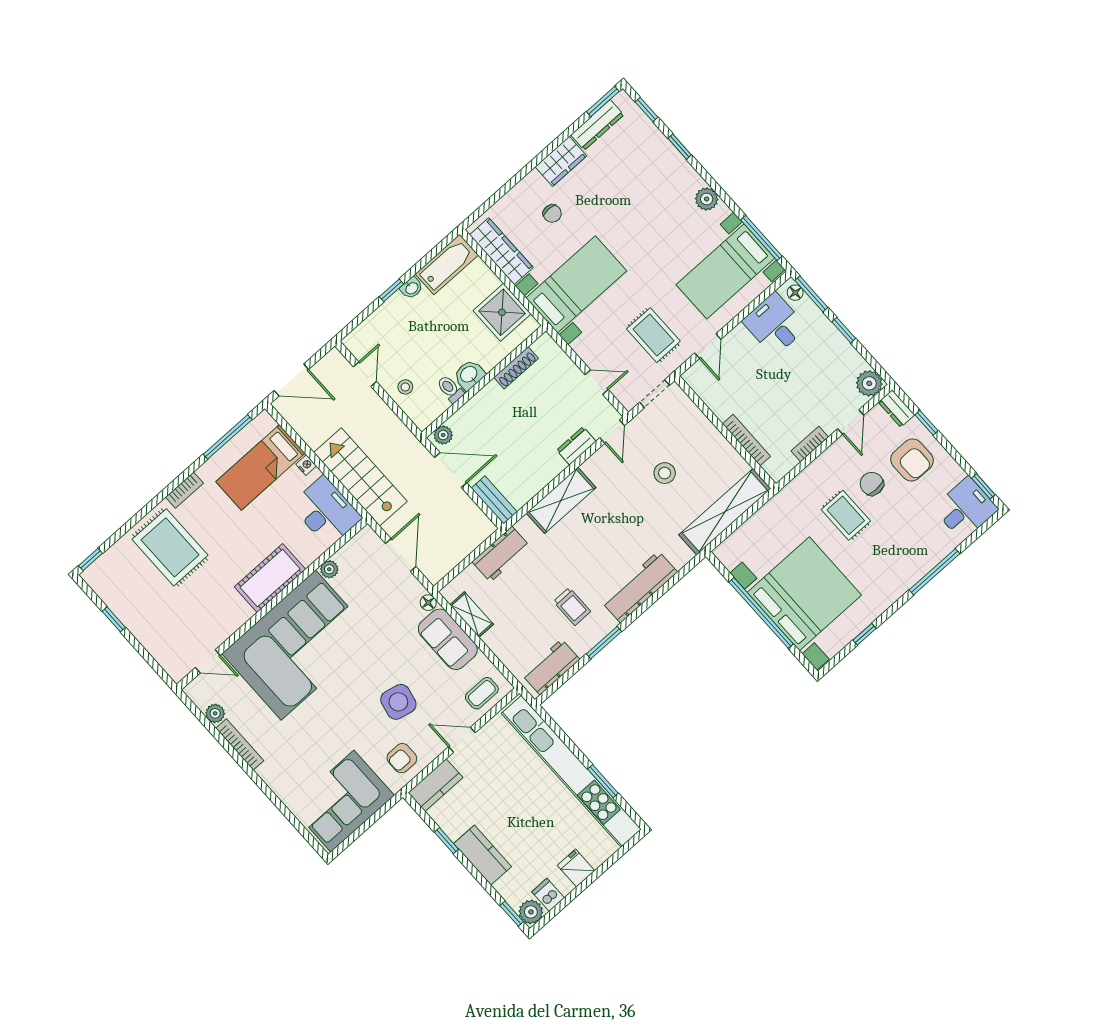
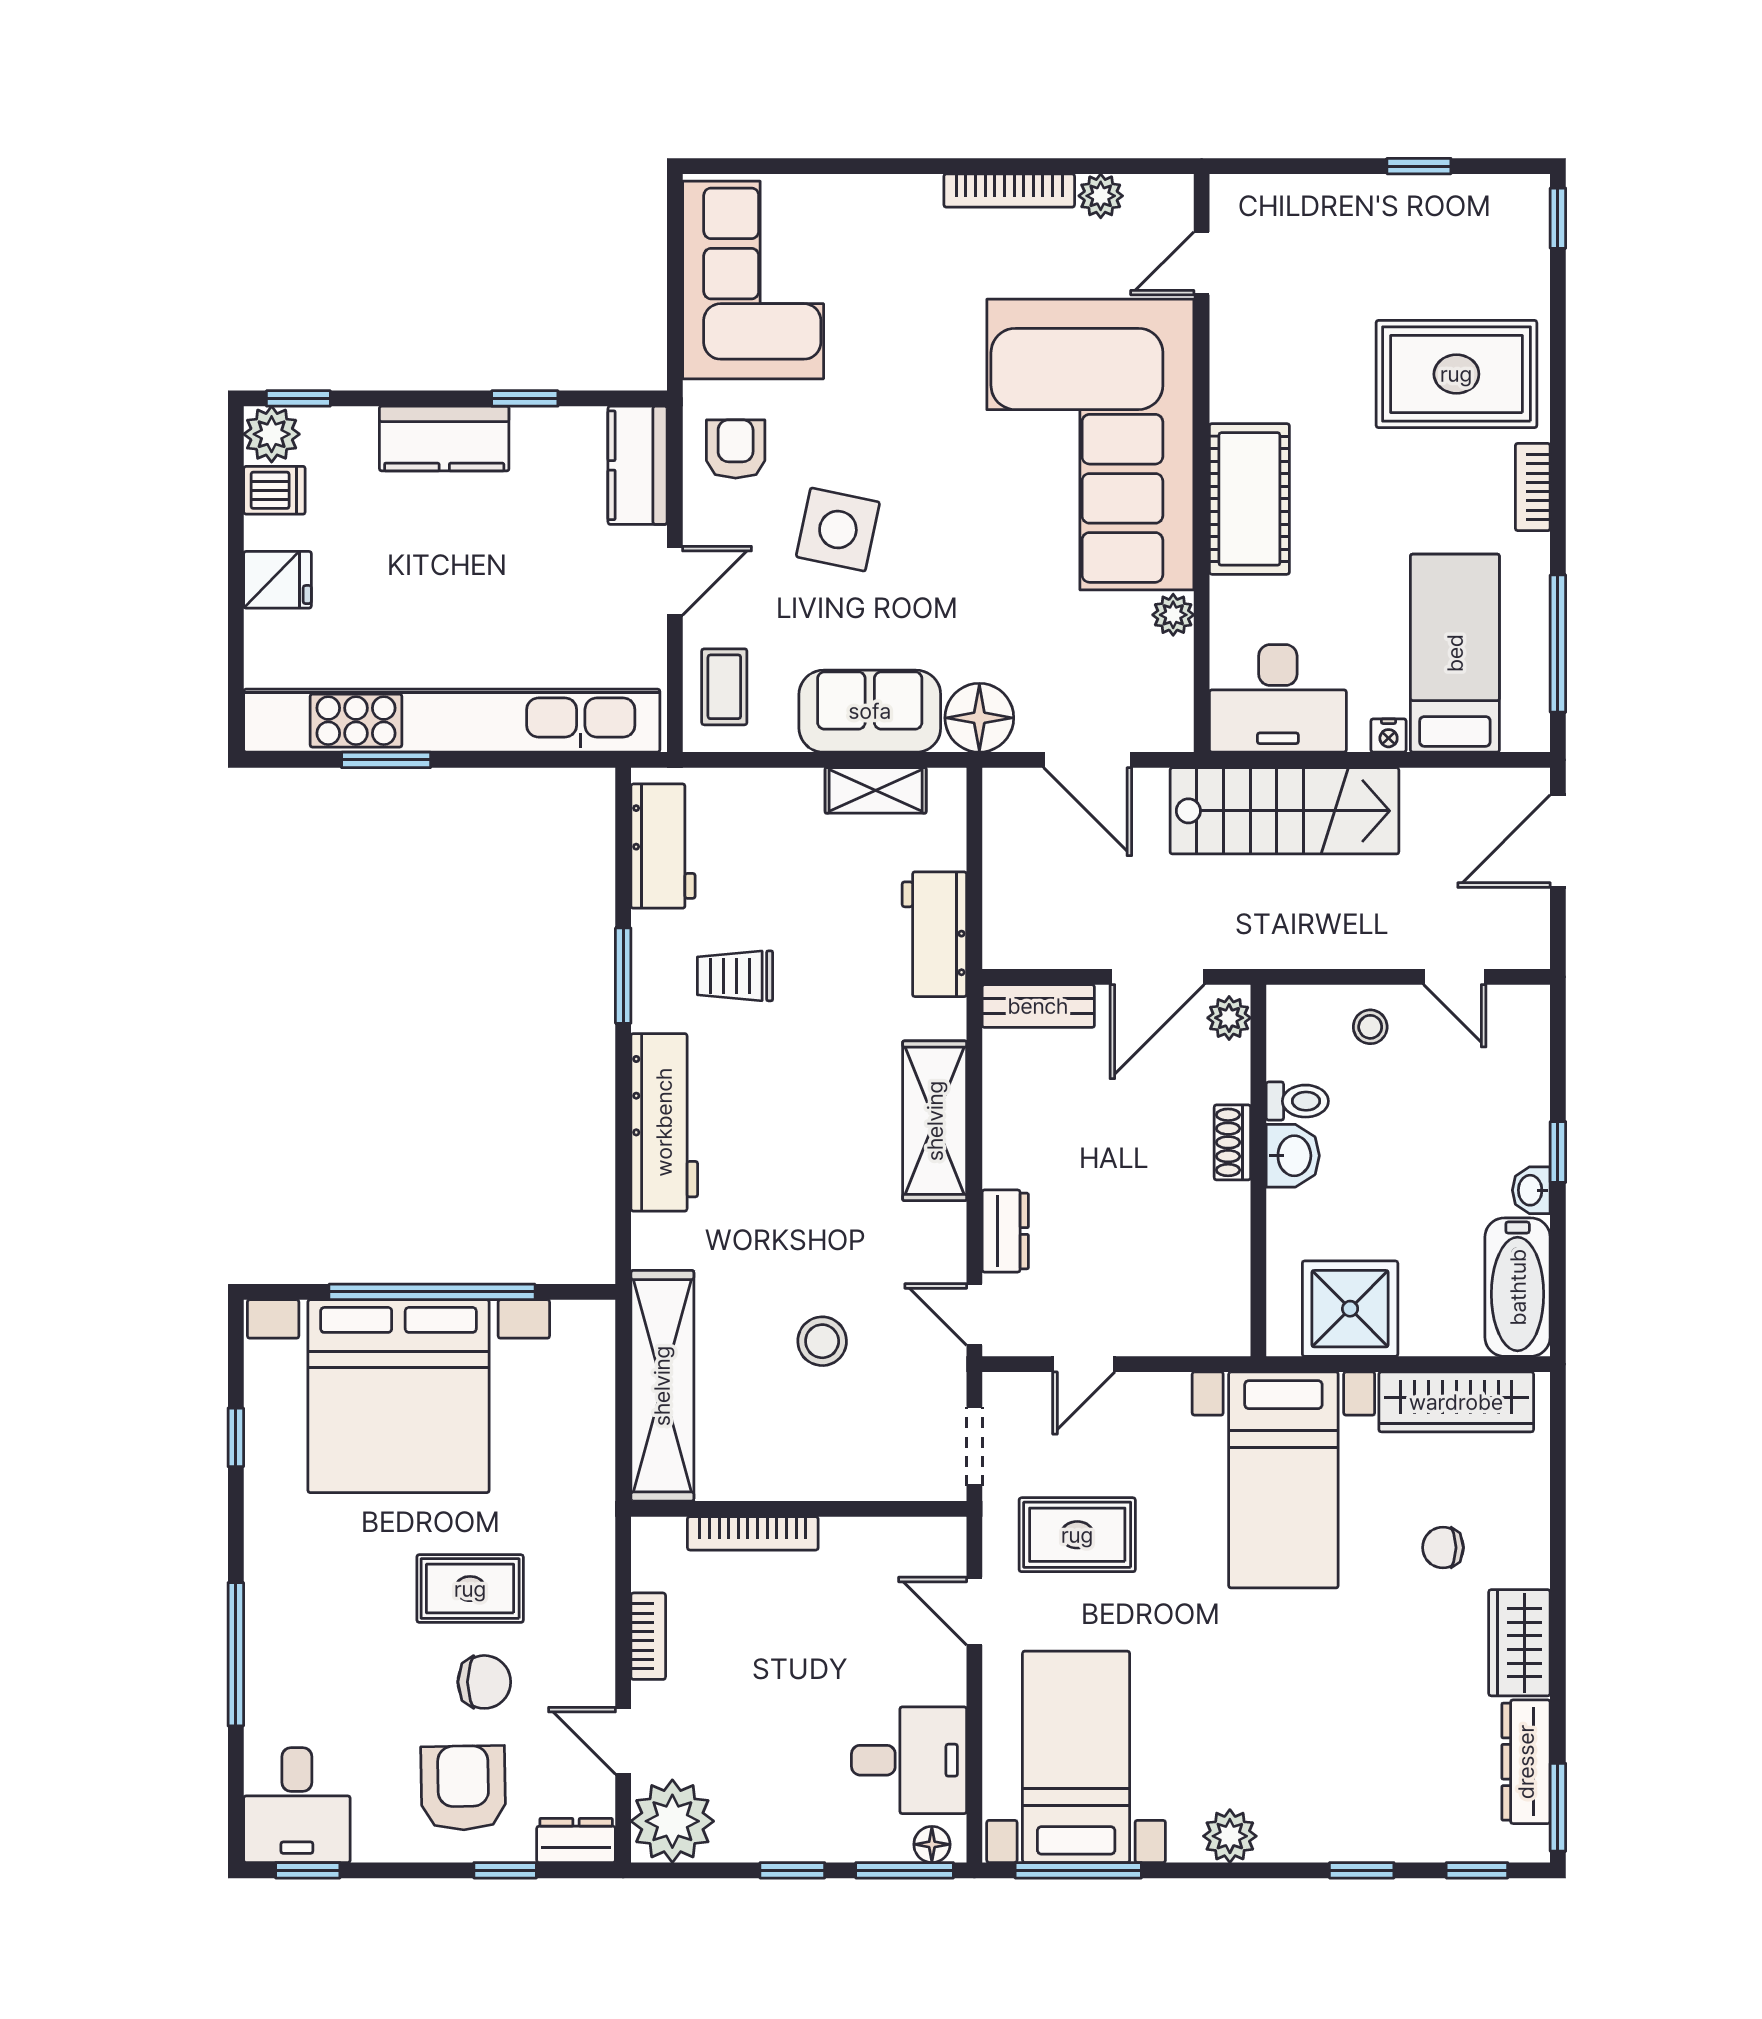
shoe rack: (516, 368) -> (1232, 1142), moved, width x0.70
plant: (869, 383) -> (672, 1821), width x1.36, depth x1.36
armchair: (912, 460) -> (463, 1788), turned 89
floor lamp: (428, 603) -> (979, 718), width x1.89, depth x1.89

